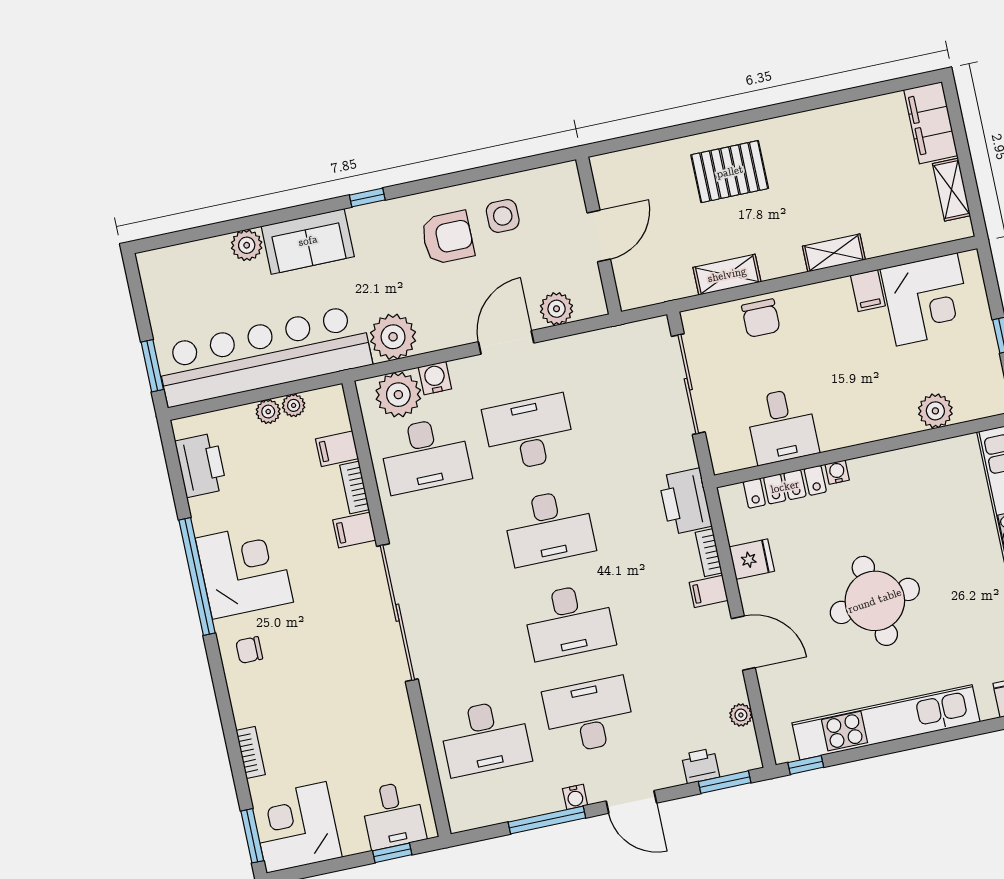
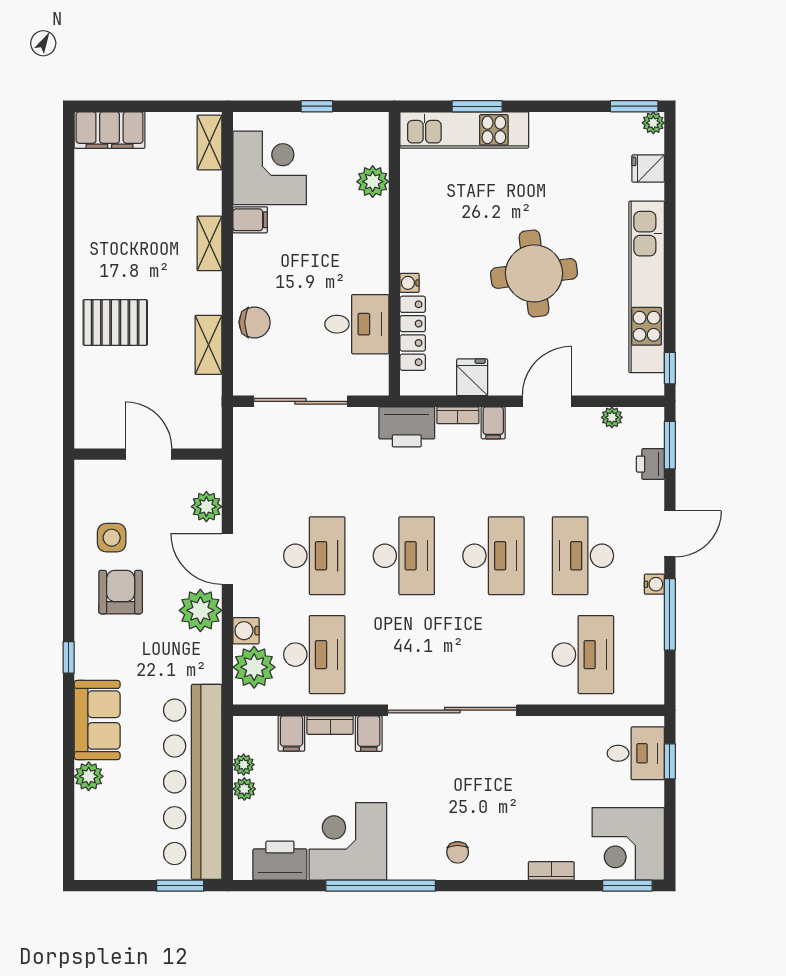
pallet: (730, 172) -> (115, 323), turned 90
shelving: (951, 190) -> (209, 142), moved, turned 90
plant: (393, 337) -> (200, 610), moved
desk: (529, 433) -> (314, 556), turned 180
corner desk: (244, 570) -> (348, 841), moved

